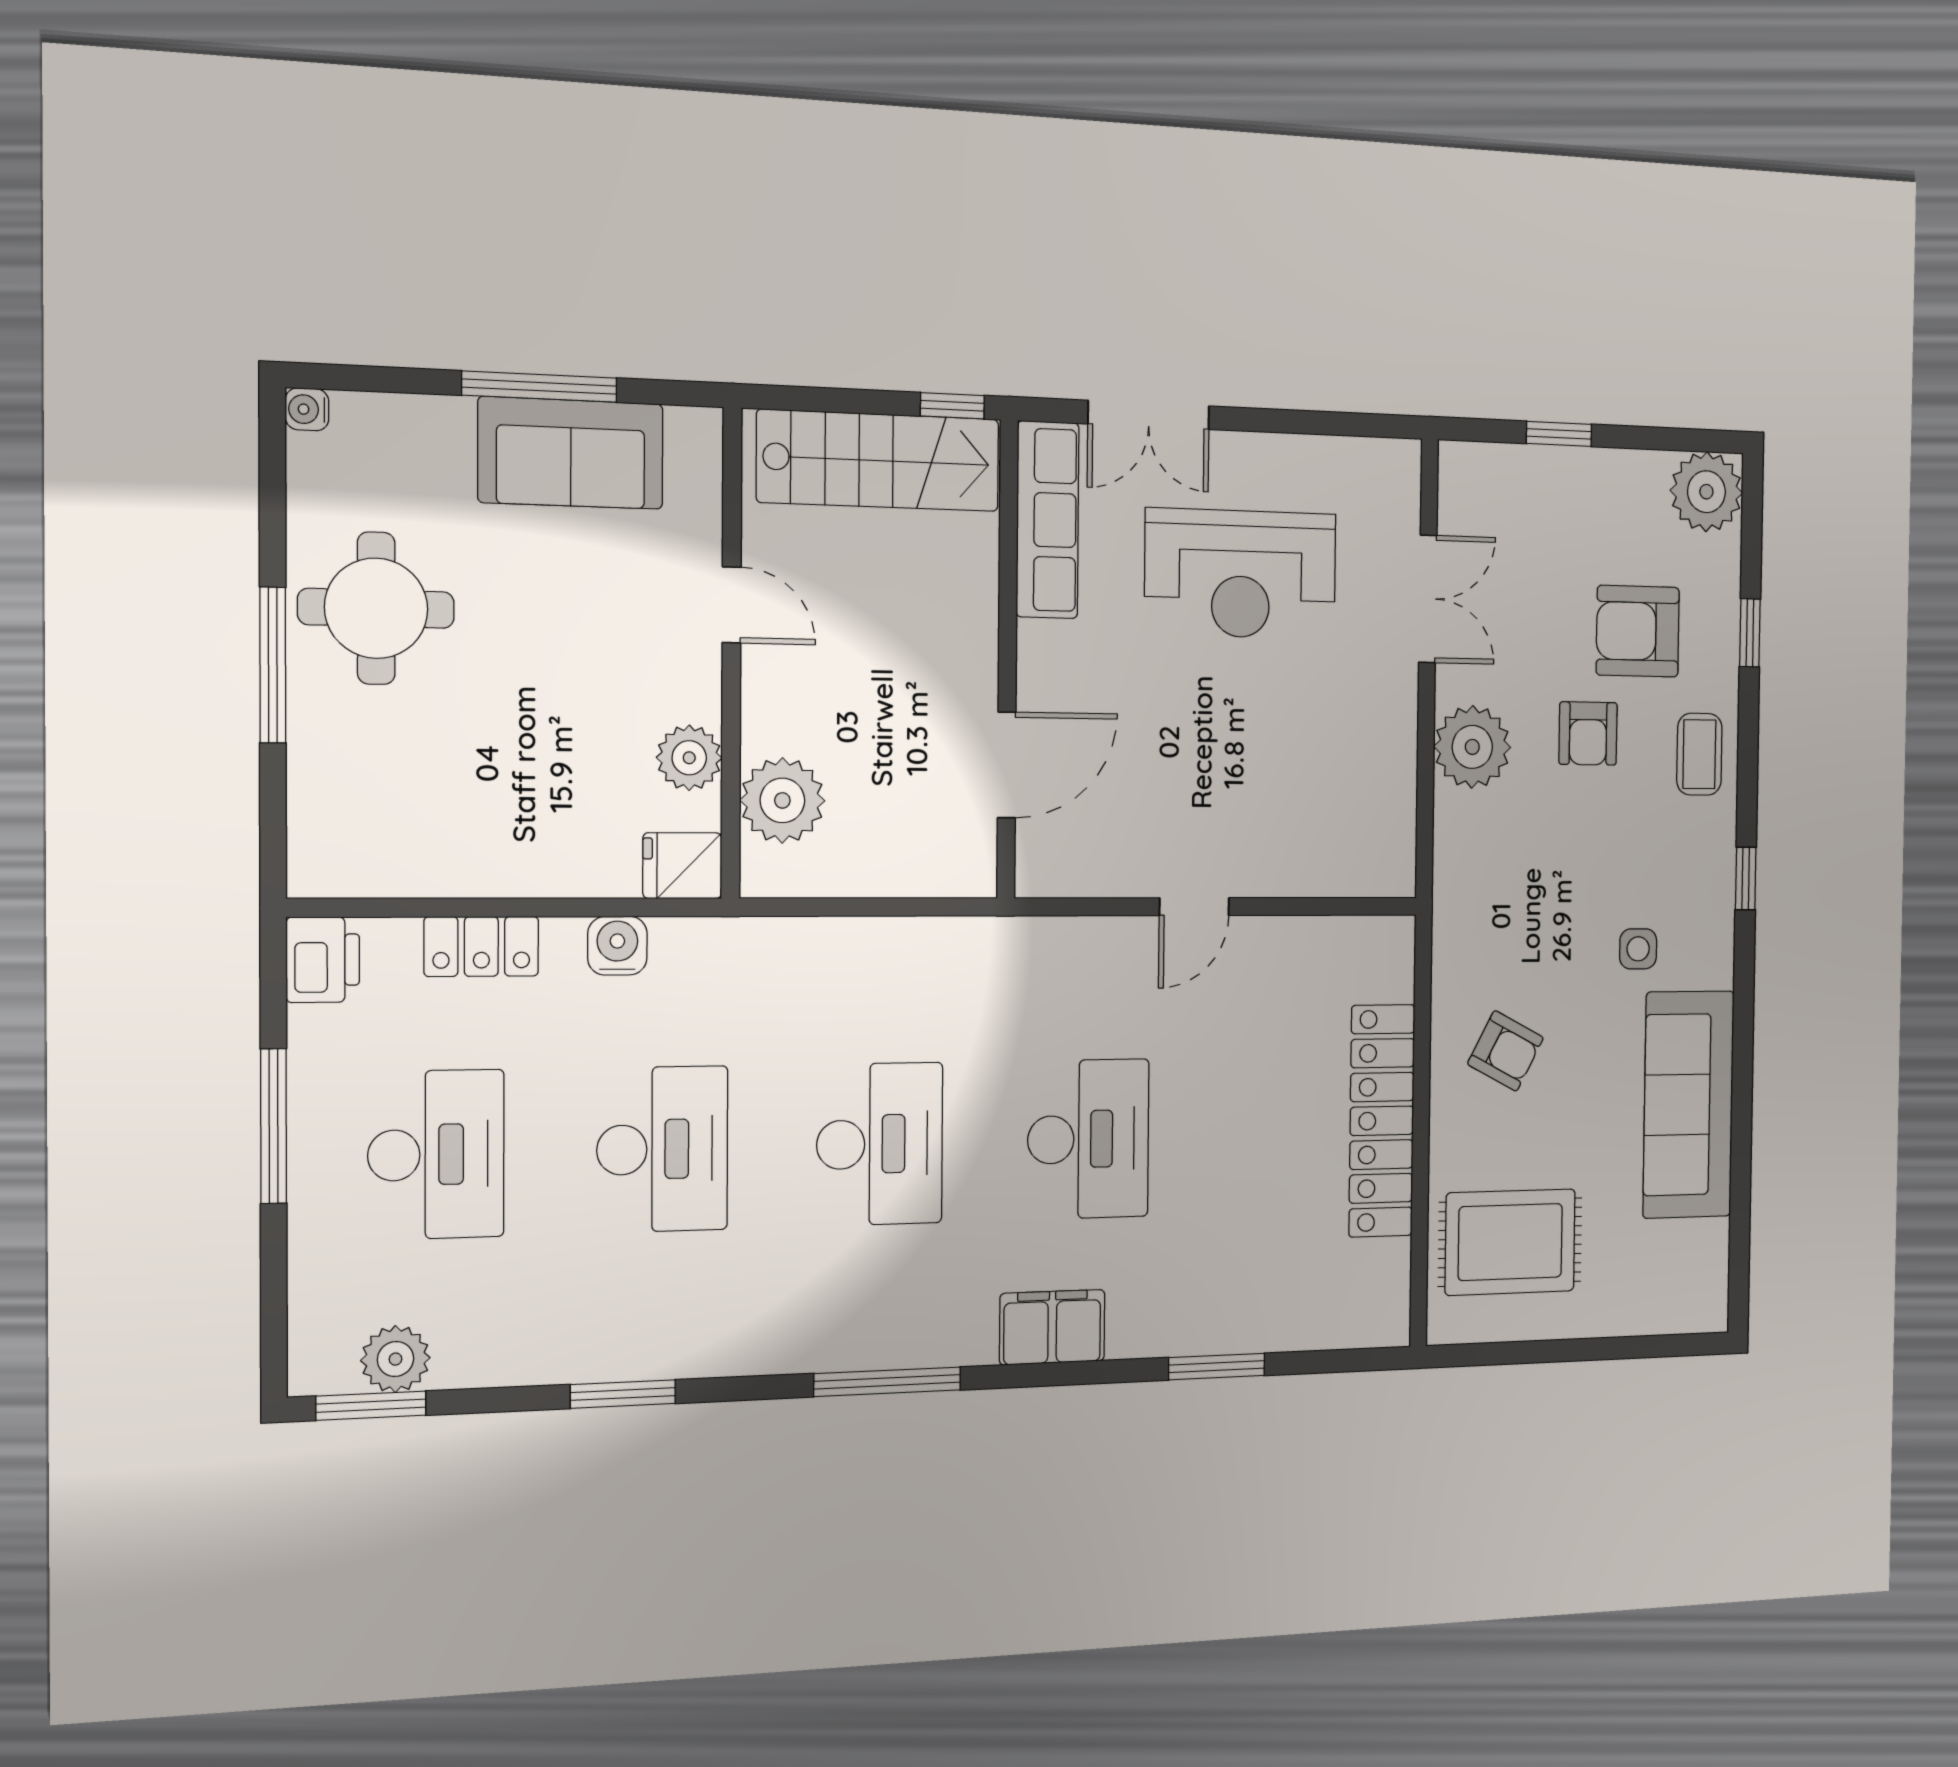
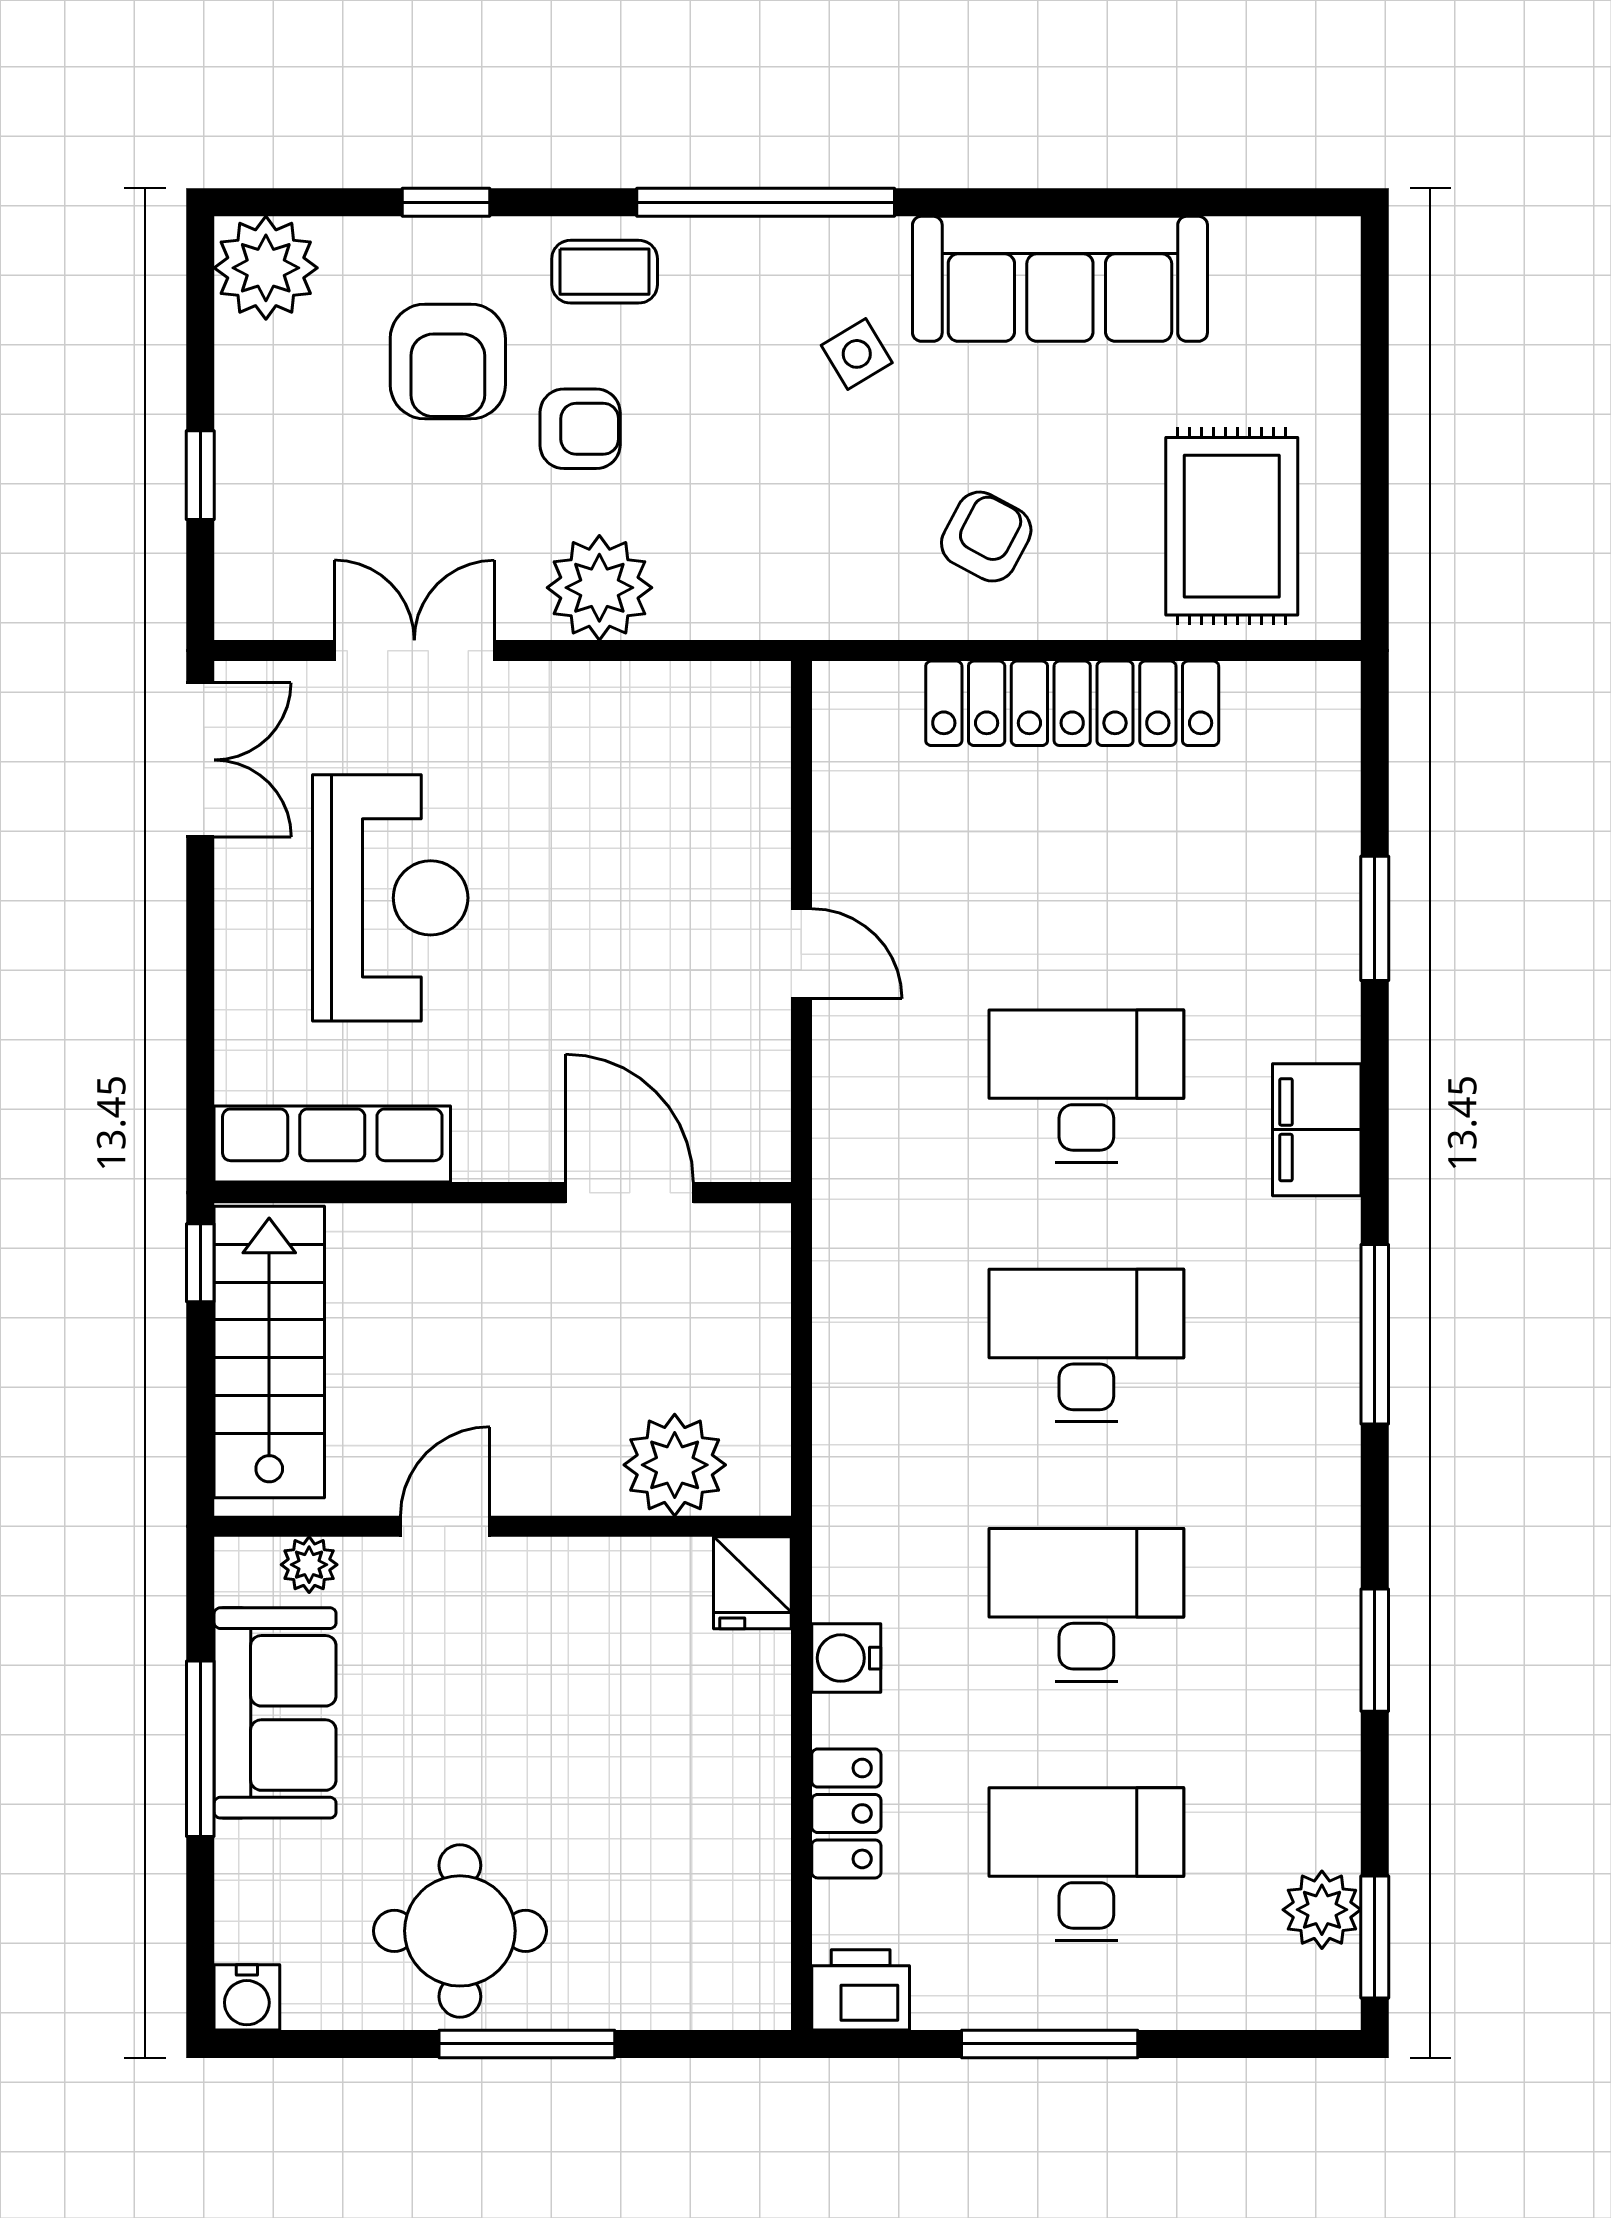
water cooler: (307, 409) -> (247, 1997), width x1.38, depth x1.38
double door: (1149, 415) -> (200, 760), moved
plant: (689, 758) -> (309, 1565), moved, width x0.73, depth x0.73
window: (1746, 879) -> (766, 202), width x3.17
side table: (1638, 949) -> (857, 354), turned -31

